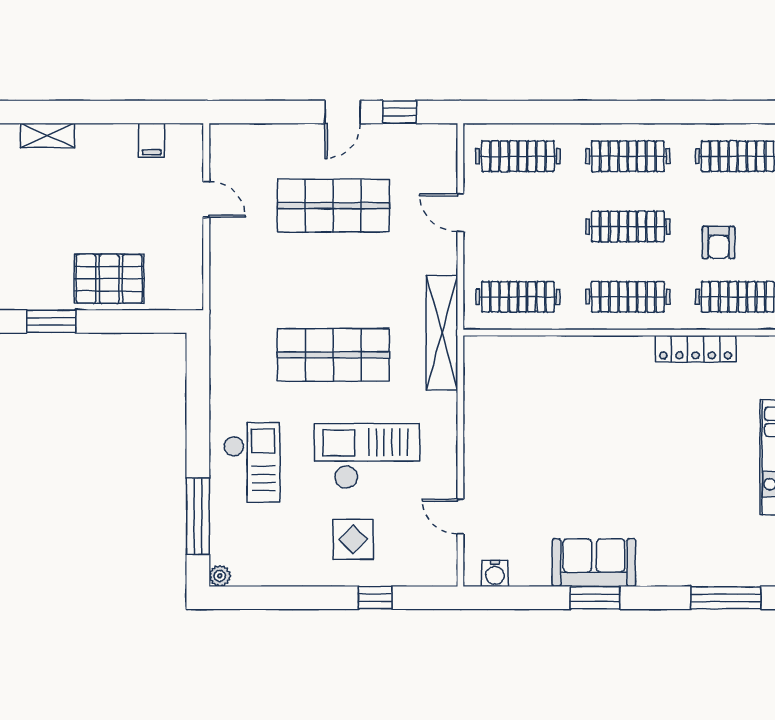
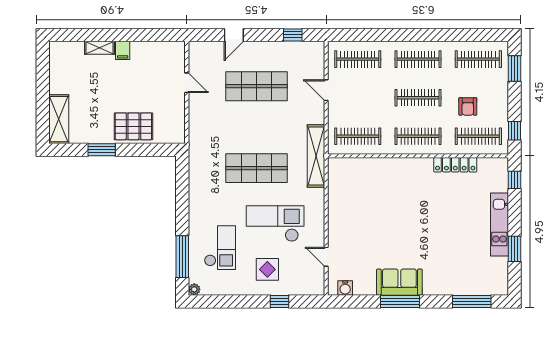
door: (342, 112) -> (234, 35), moved
filing cabinet: (152, 140) -> (123, 50), moved
checkout: (252, 462) -> (220, 248), moved
window: (595, 598) -> (400, 301), width x1.44

